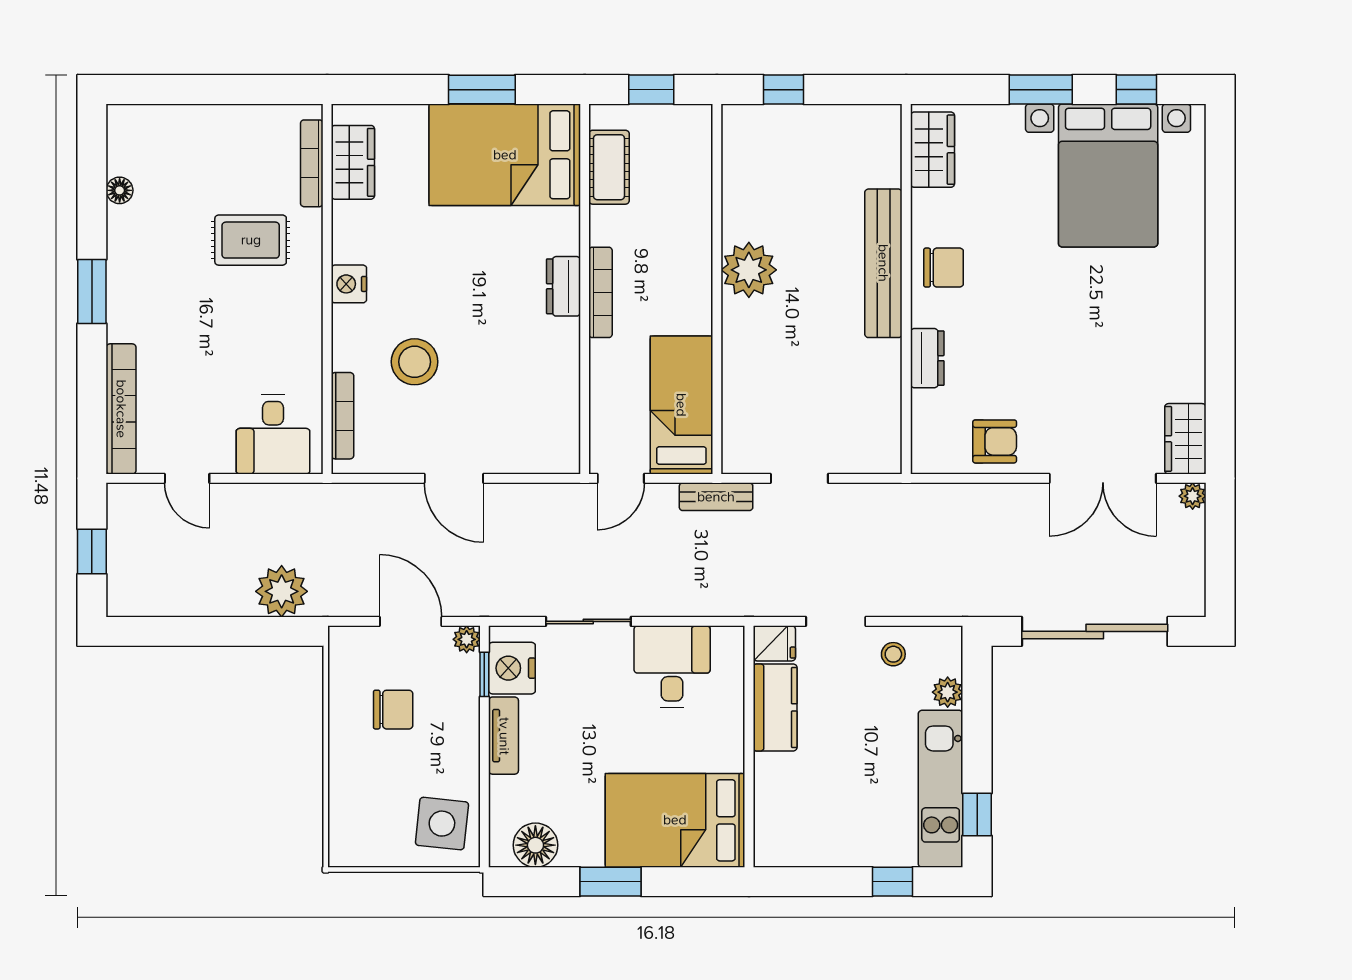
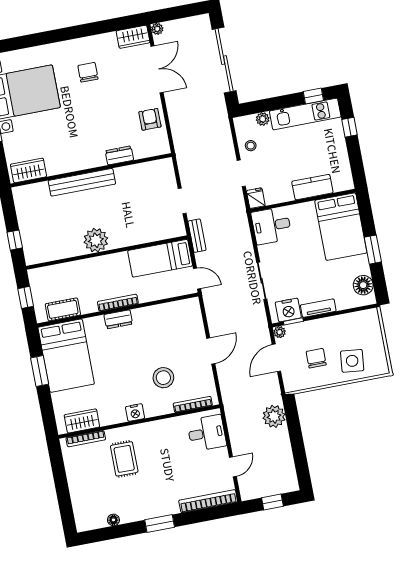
chair: (944, 268) -> (88, 72), moved
desk: (672, 667) -> (272, 226), moved
kitchen counter: (775, 707) -> (312, 187), moved
side table: (442, 824) -> (352, 361), moved

